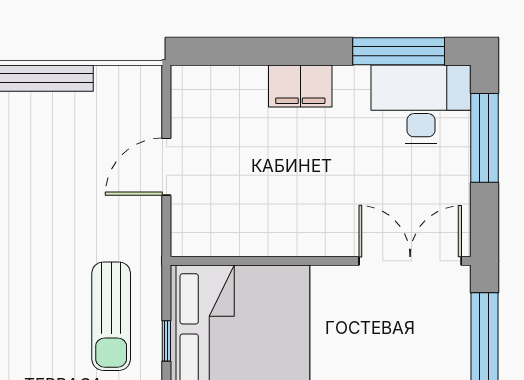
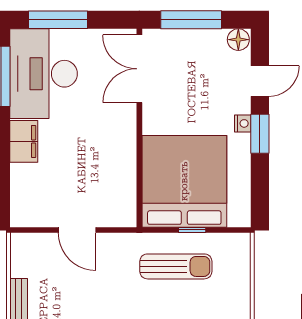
desk: (421, 104) -> (44, 74), width x1.36, depth x1.30

